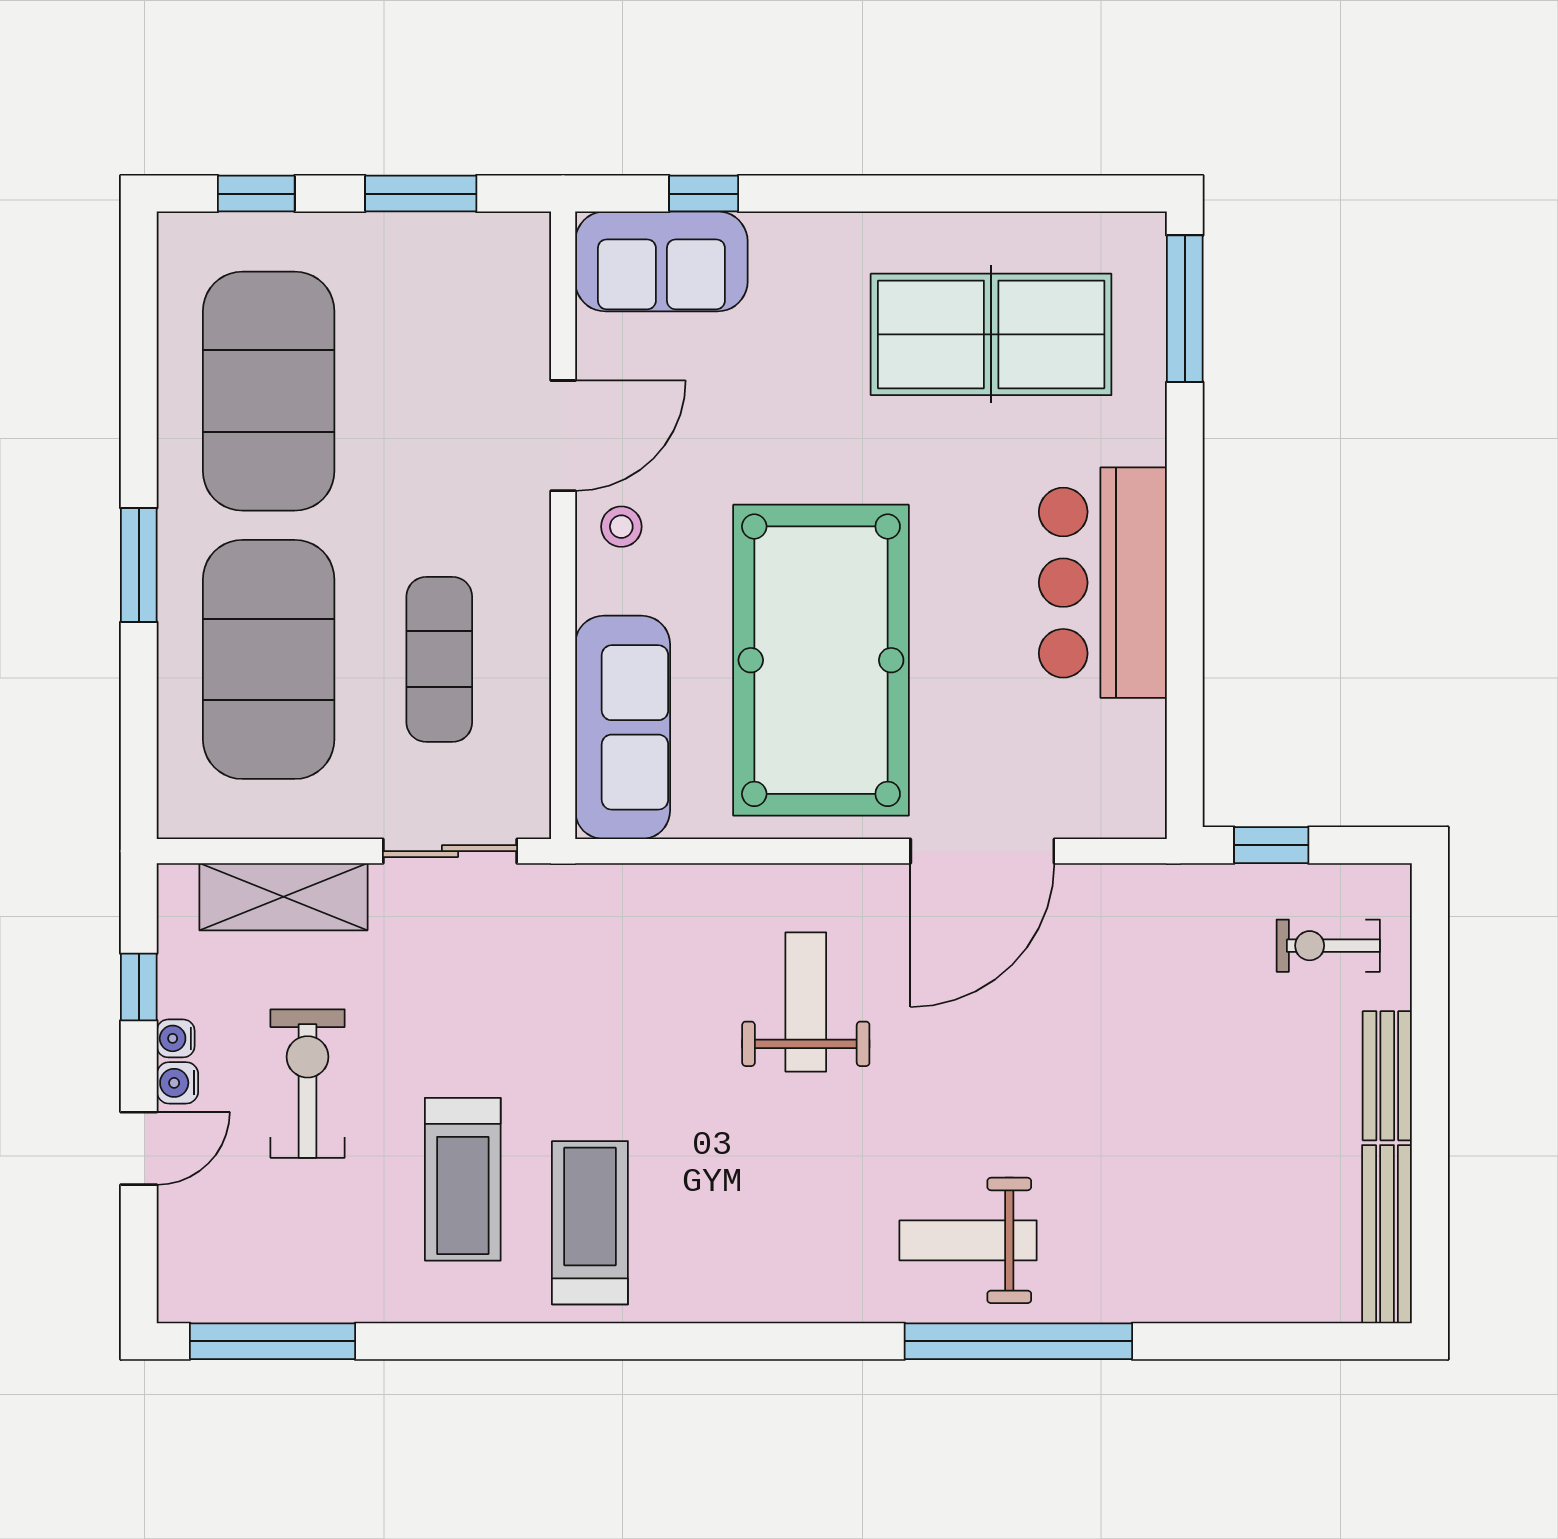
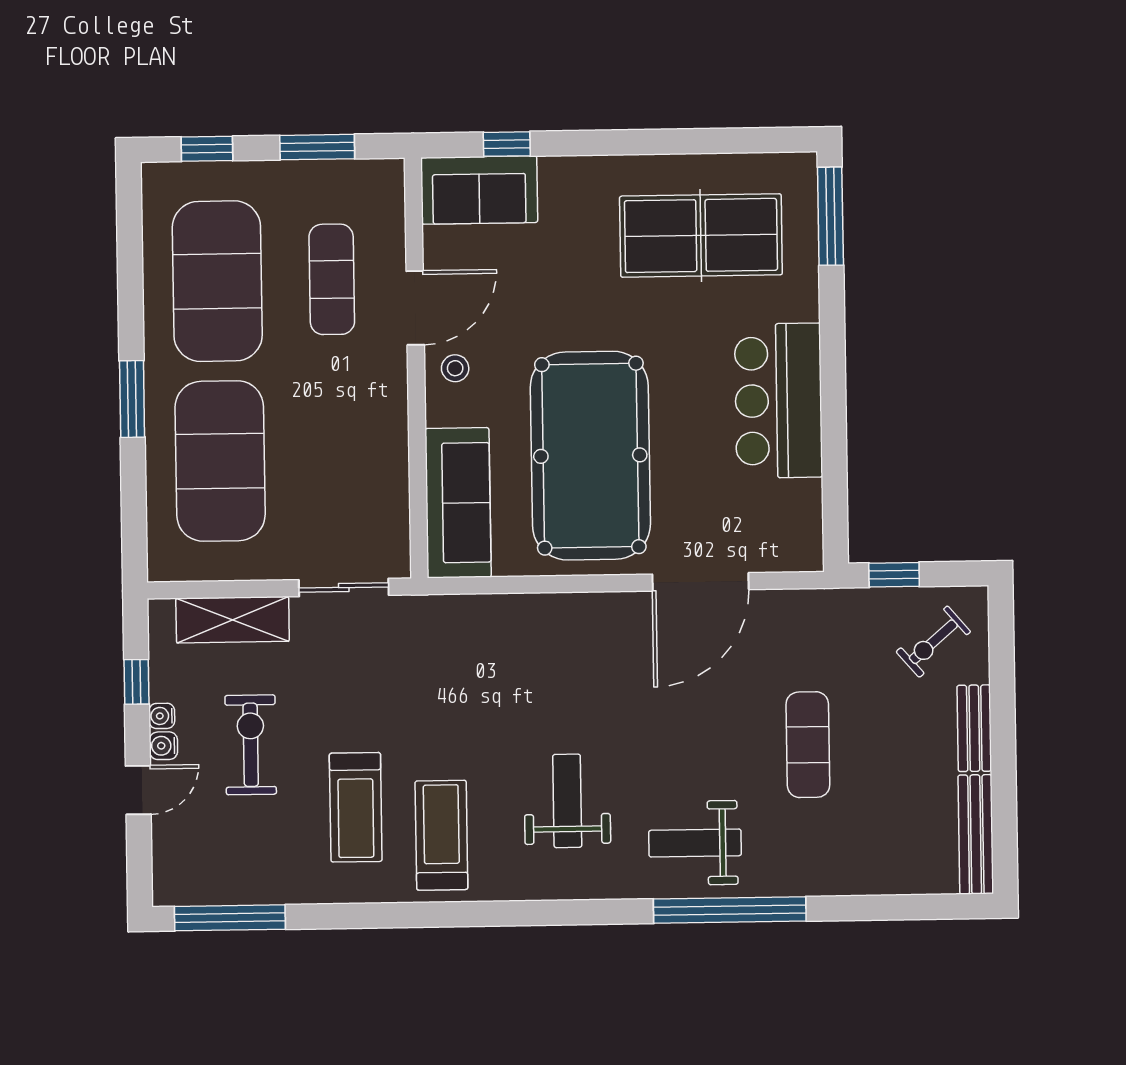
exercise mat: (439, 659) -> (332, 279), moved
exercise bike: (1328, 946) -> (933, 642), turned -41
weight bench: (806, 1002) -> (567, 801), moved
exercise mat: (1139, 1096) -> (808, 745), added

